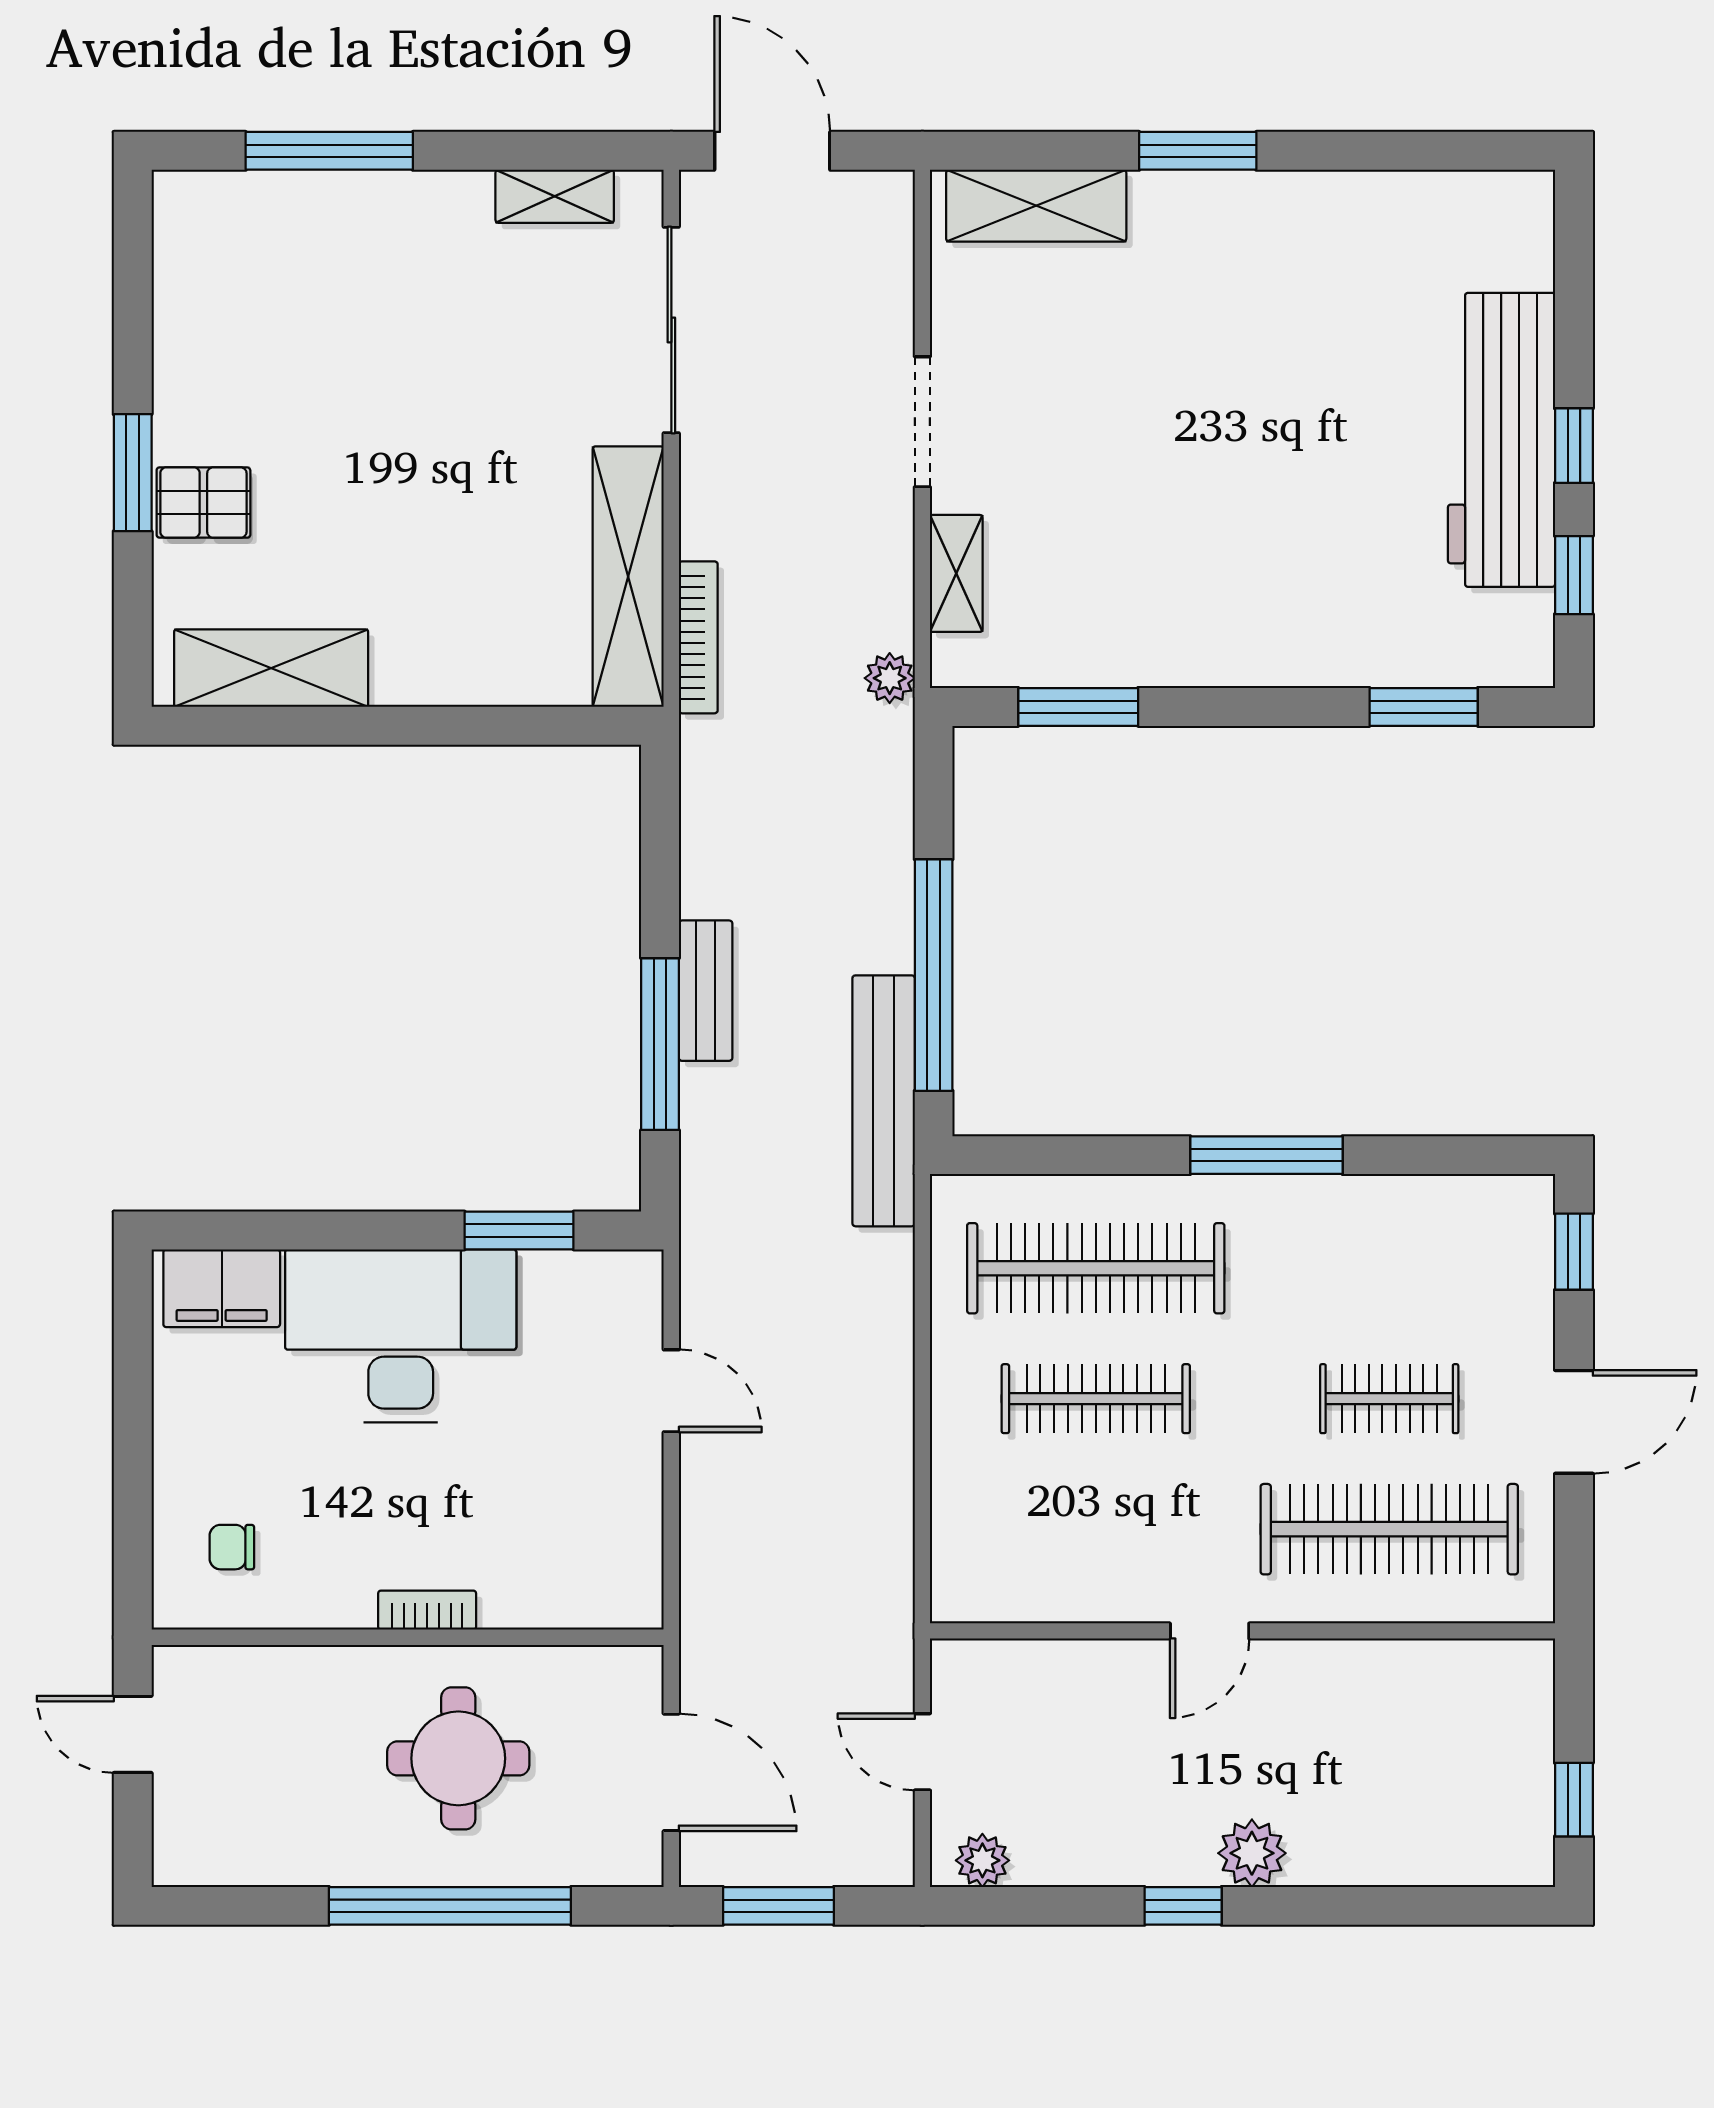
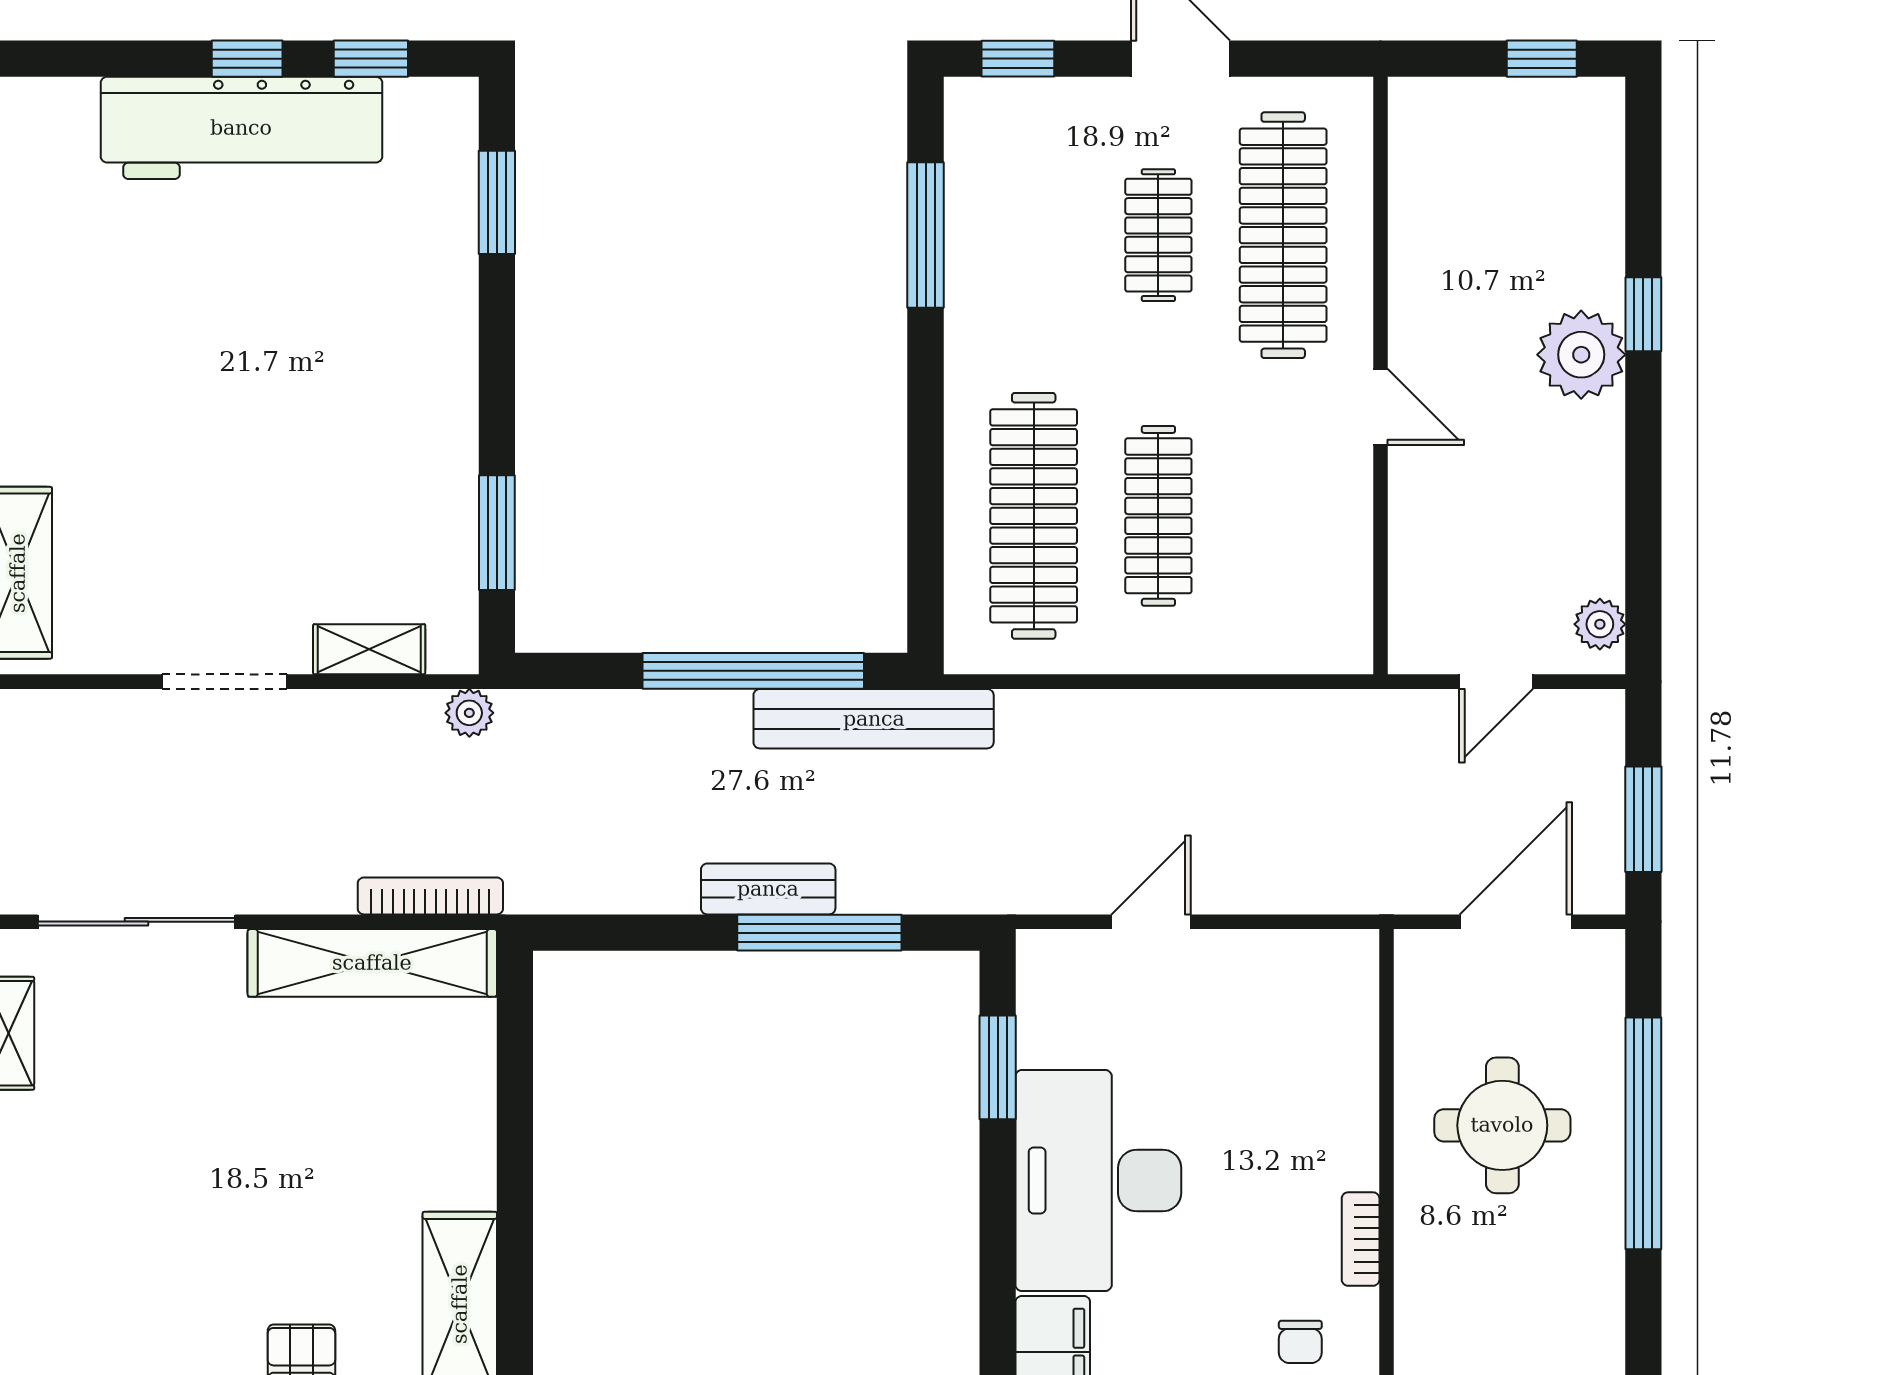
window: (1266, 1155) -> (926, 235), moved
bookcase: (427, 1610) -> (1361, 1239), moved
plant: (1252, 1853) -> (1581, 355), width x1.36, depth x1.36
window: (1183, 1906) -> (1643, 314), moved

